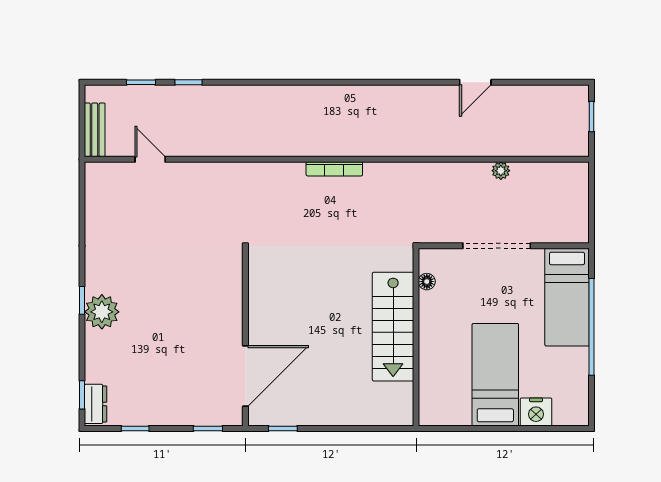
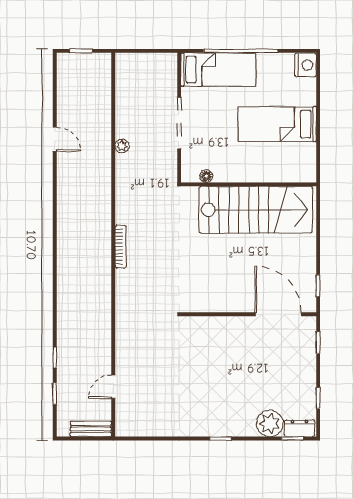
plant: (501, 171) -> (122, 146), moved
plant: (102, 312) -> (270, 423), moved
stairs: (393, 327) -> (256, 210), width x1.36, depth x1.51
nightstand: (536, 412) -> (306, 65), moved

